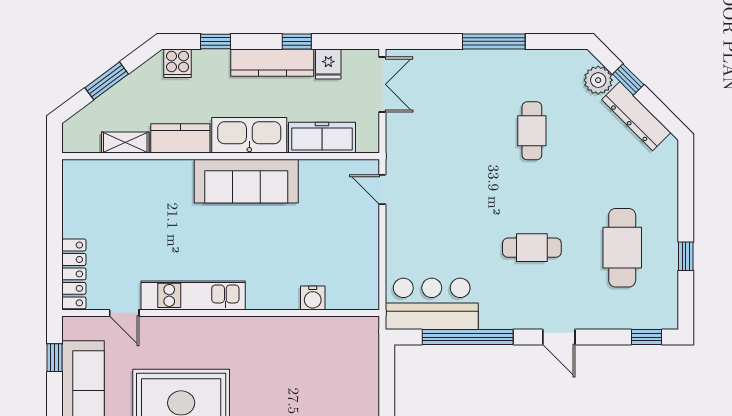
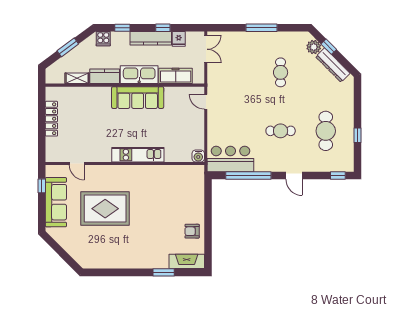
locker: (74, 274) -> (51, 119), moved
kitchen unit: (193, 295) -> (138, 155), moved
water cooler: (313, 298) -> (198, 156), moved

